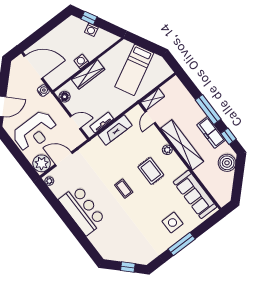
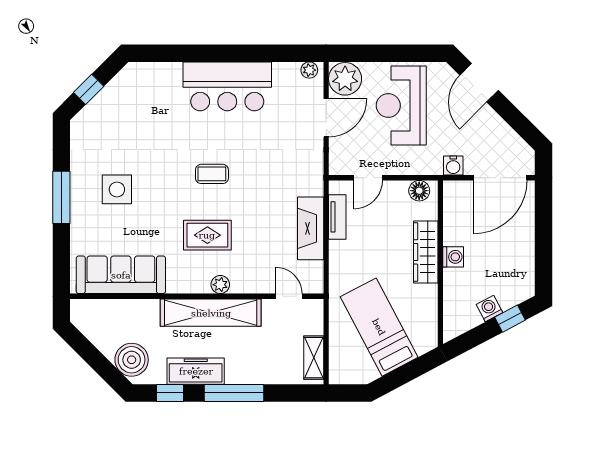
shelving: (153, 99) -> (314, 358), moved
side table: (172, 223) -> (117, 189), moved

